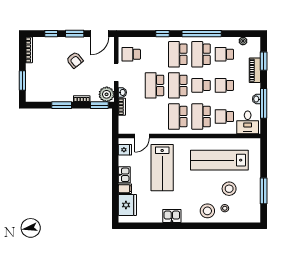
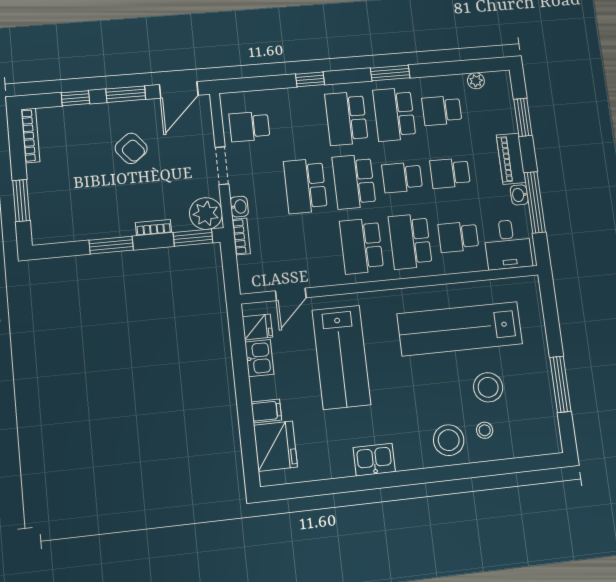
window: (202, 34) -> (390, 73), width x0.47
piano: (255, 70) -> (511, 159), moved
kitchen sink: (124, 175) -> (259, 358), moved

